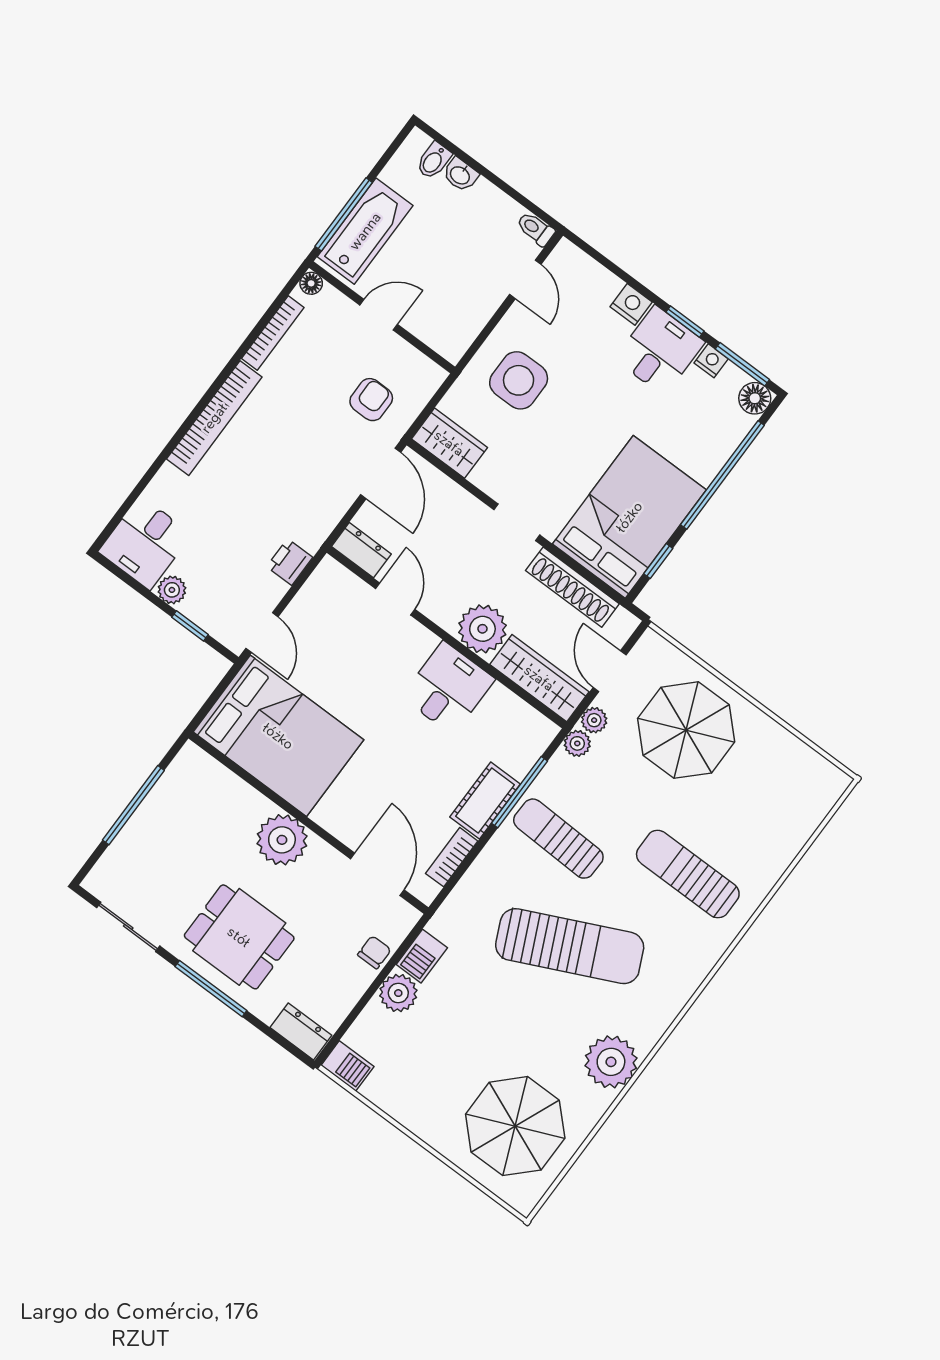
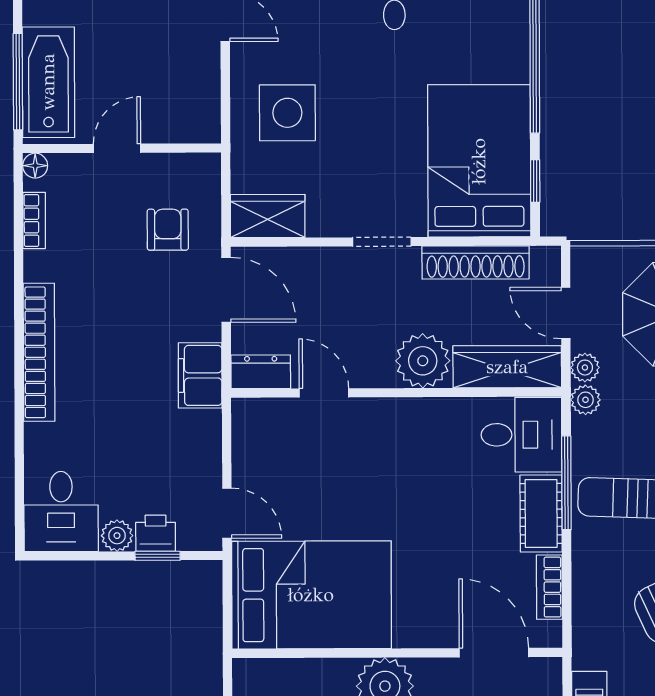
bookcase: (273, 333) -> (34, 220), width x0.64
filing cabinet: (316, 520) -> (200, 375), added
printer: (290, 562) -> (156, 533), moved, turned 90
desk: (448, 688) -> (521, 435), moved, turned 90

